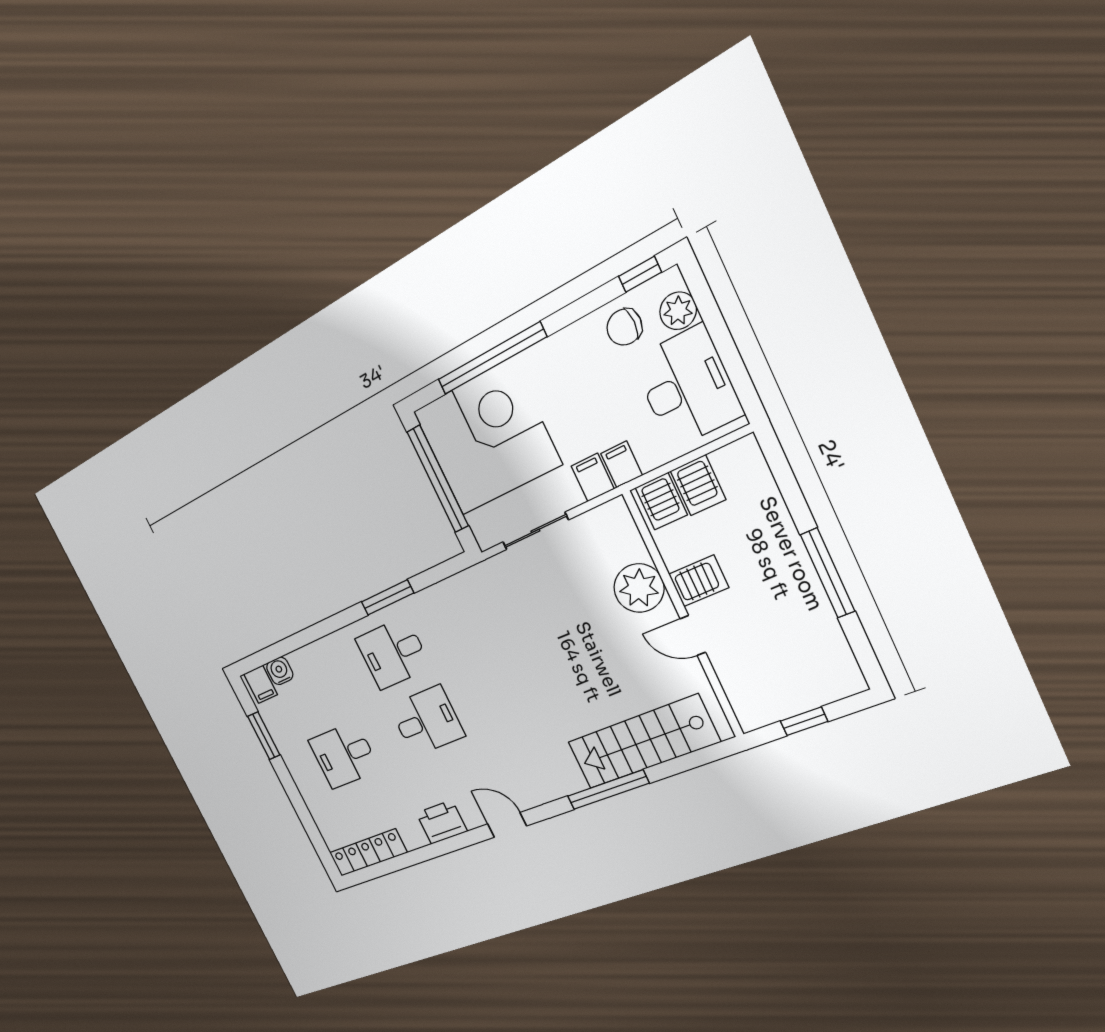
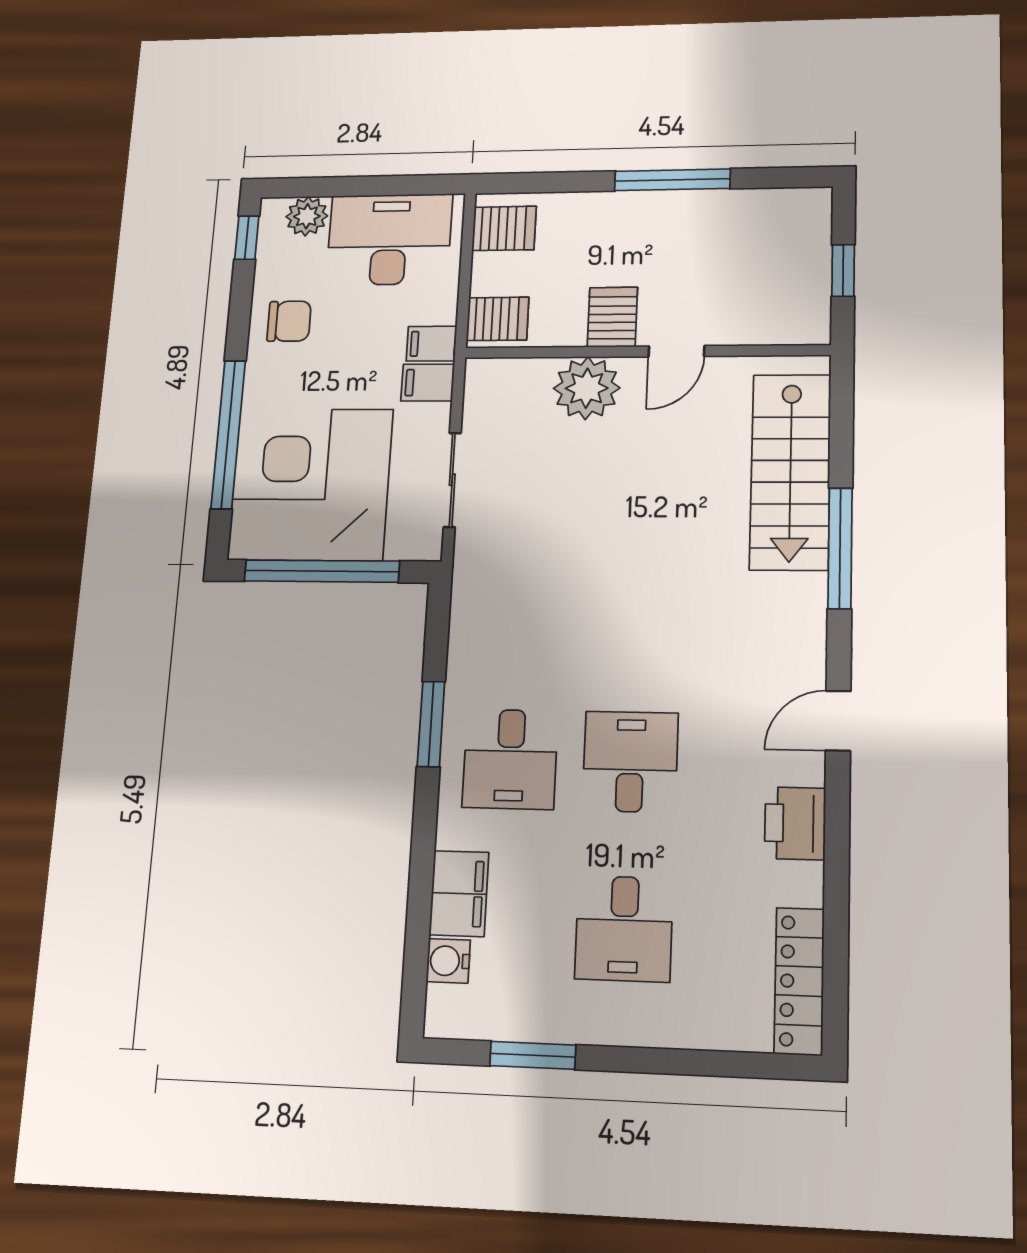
chair: (624, 327) -> (289, 321), moved, turned -90
server rack: (698, 485) -> (504, 228), moved
filing cabinet: (261, 684) -> (459, 893), moved, width x2.00

